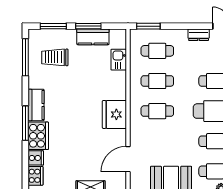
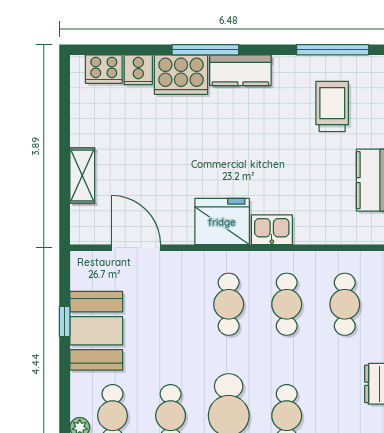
kitchen sink: (119, 60) -> (272, 230), moved

